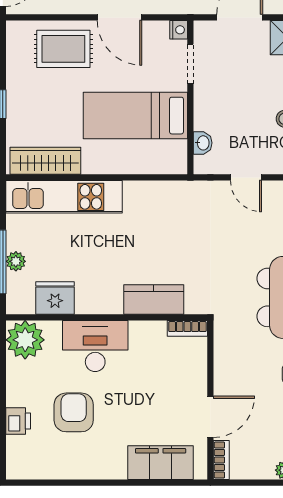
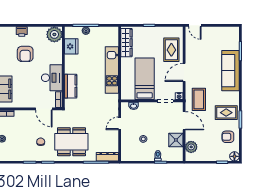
kitchen unit: (64, 197) -> (112, 70), moved
desk: (95, 346) -> (52, 78), moved
armchair: (74, 412) -> (25, 54), turned 90
door: (210, 417) -> (44, 109), moved

